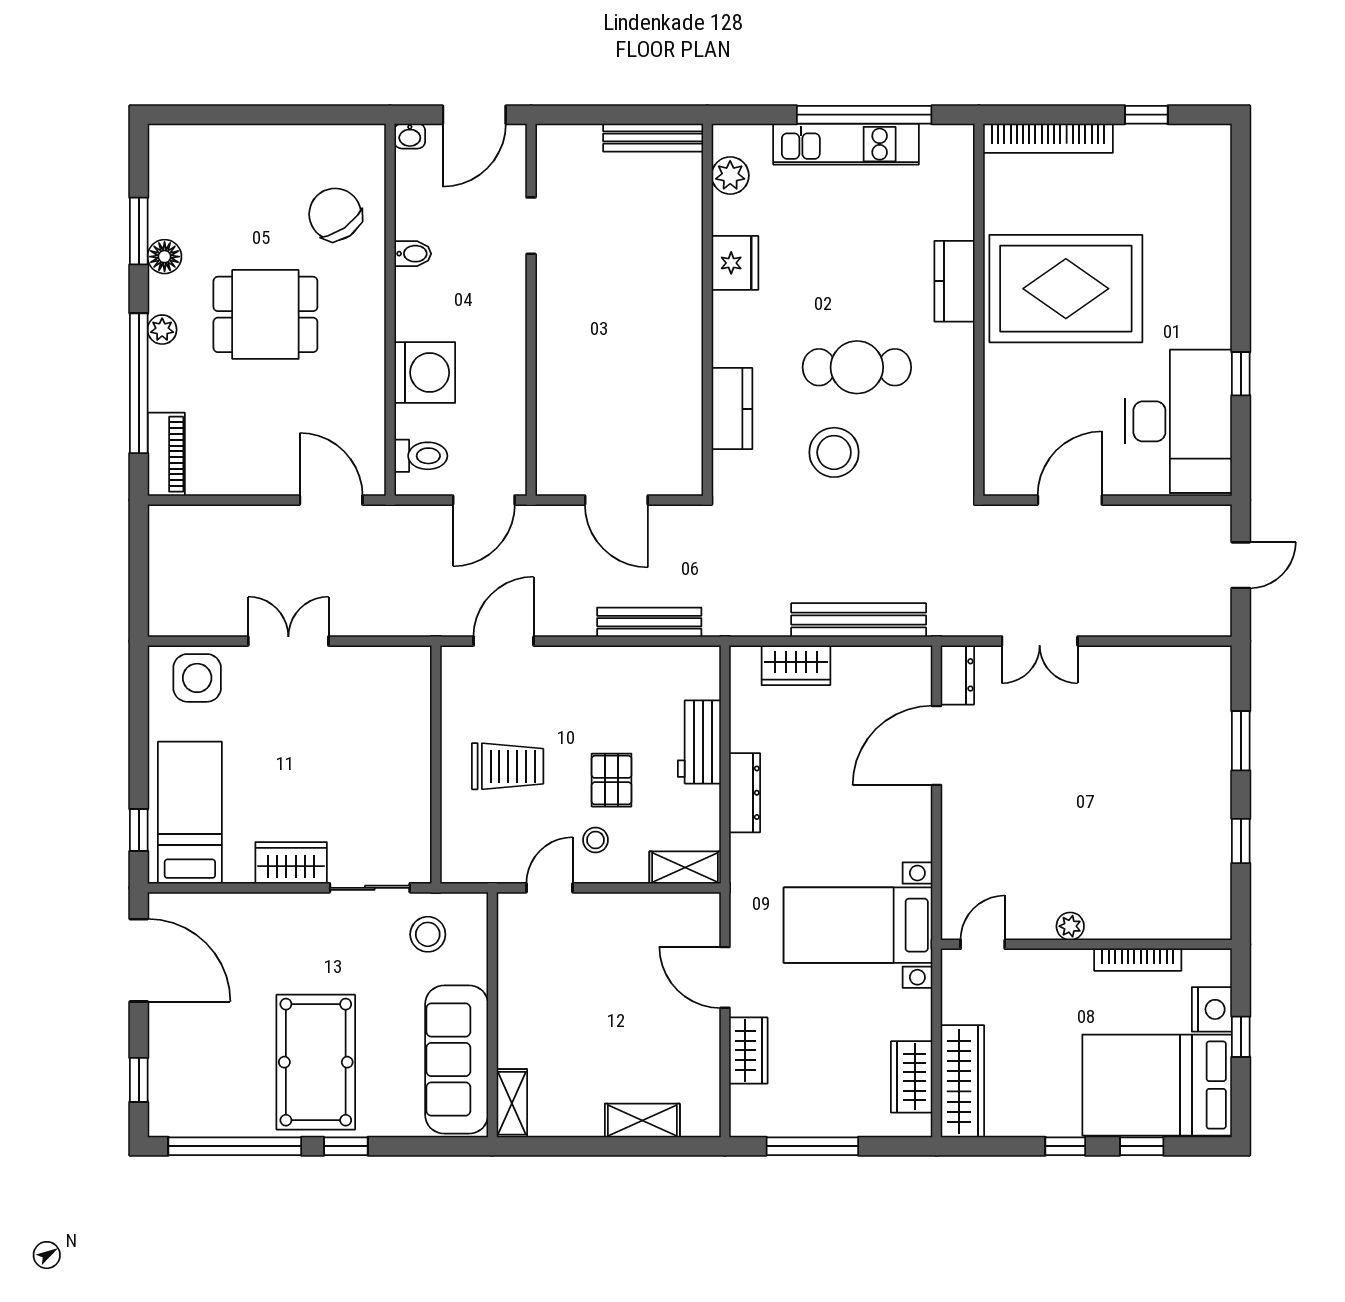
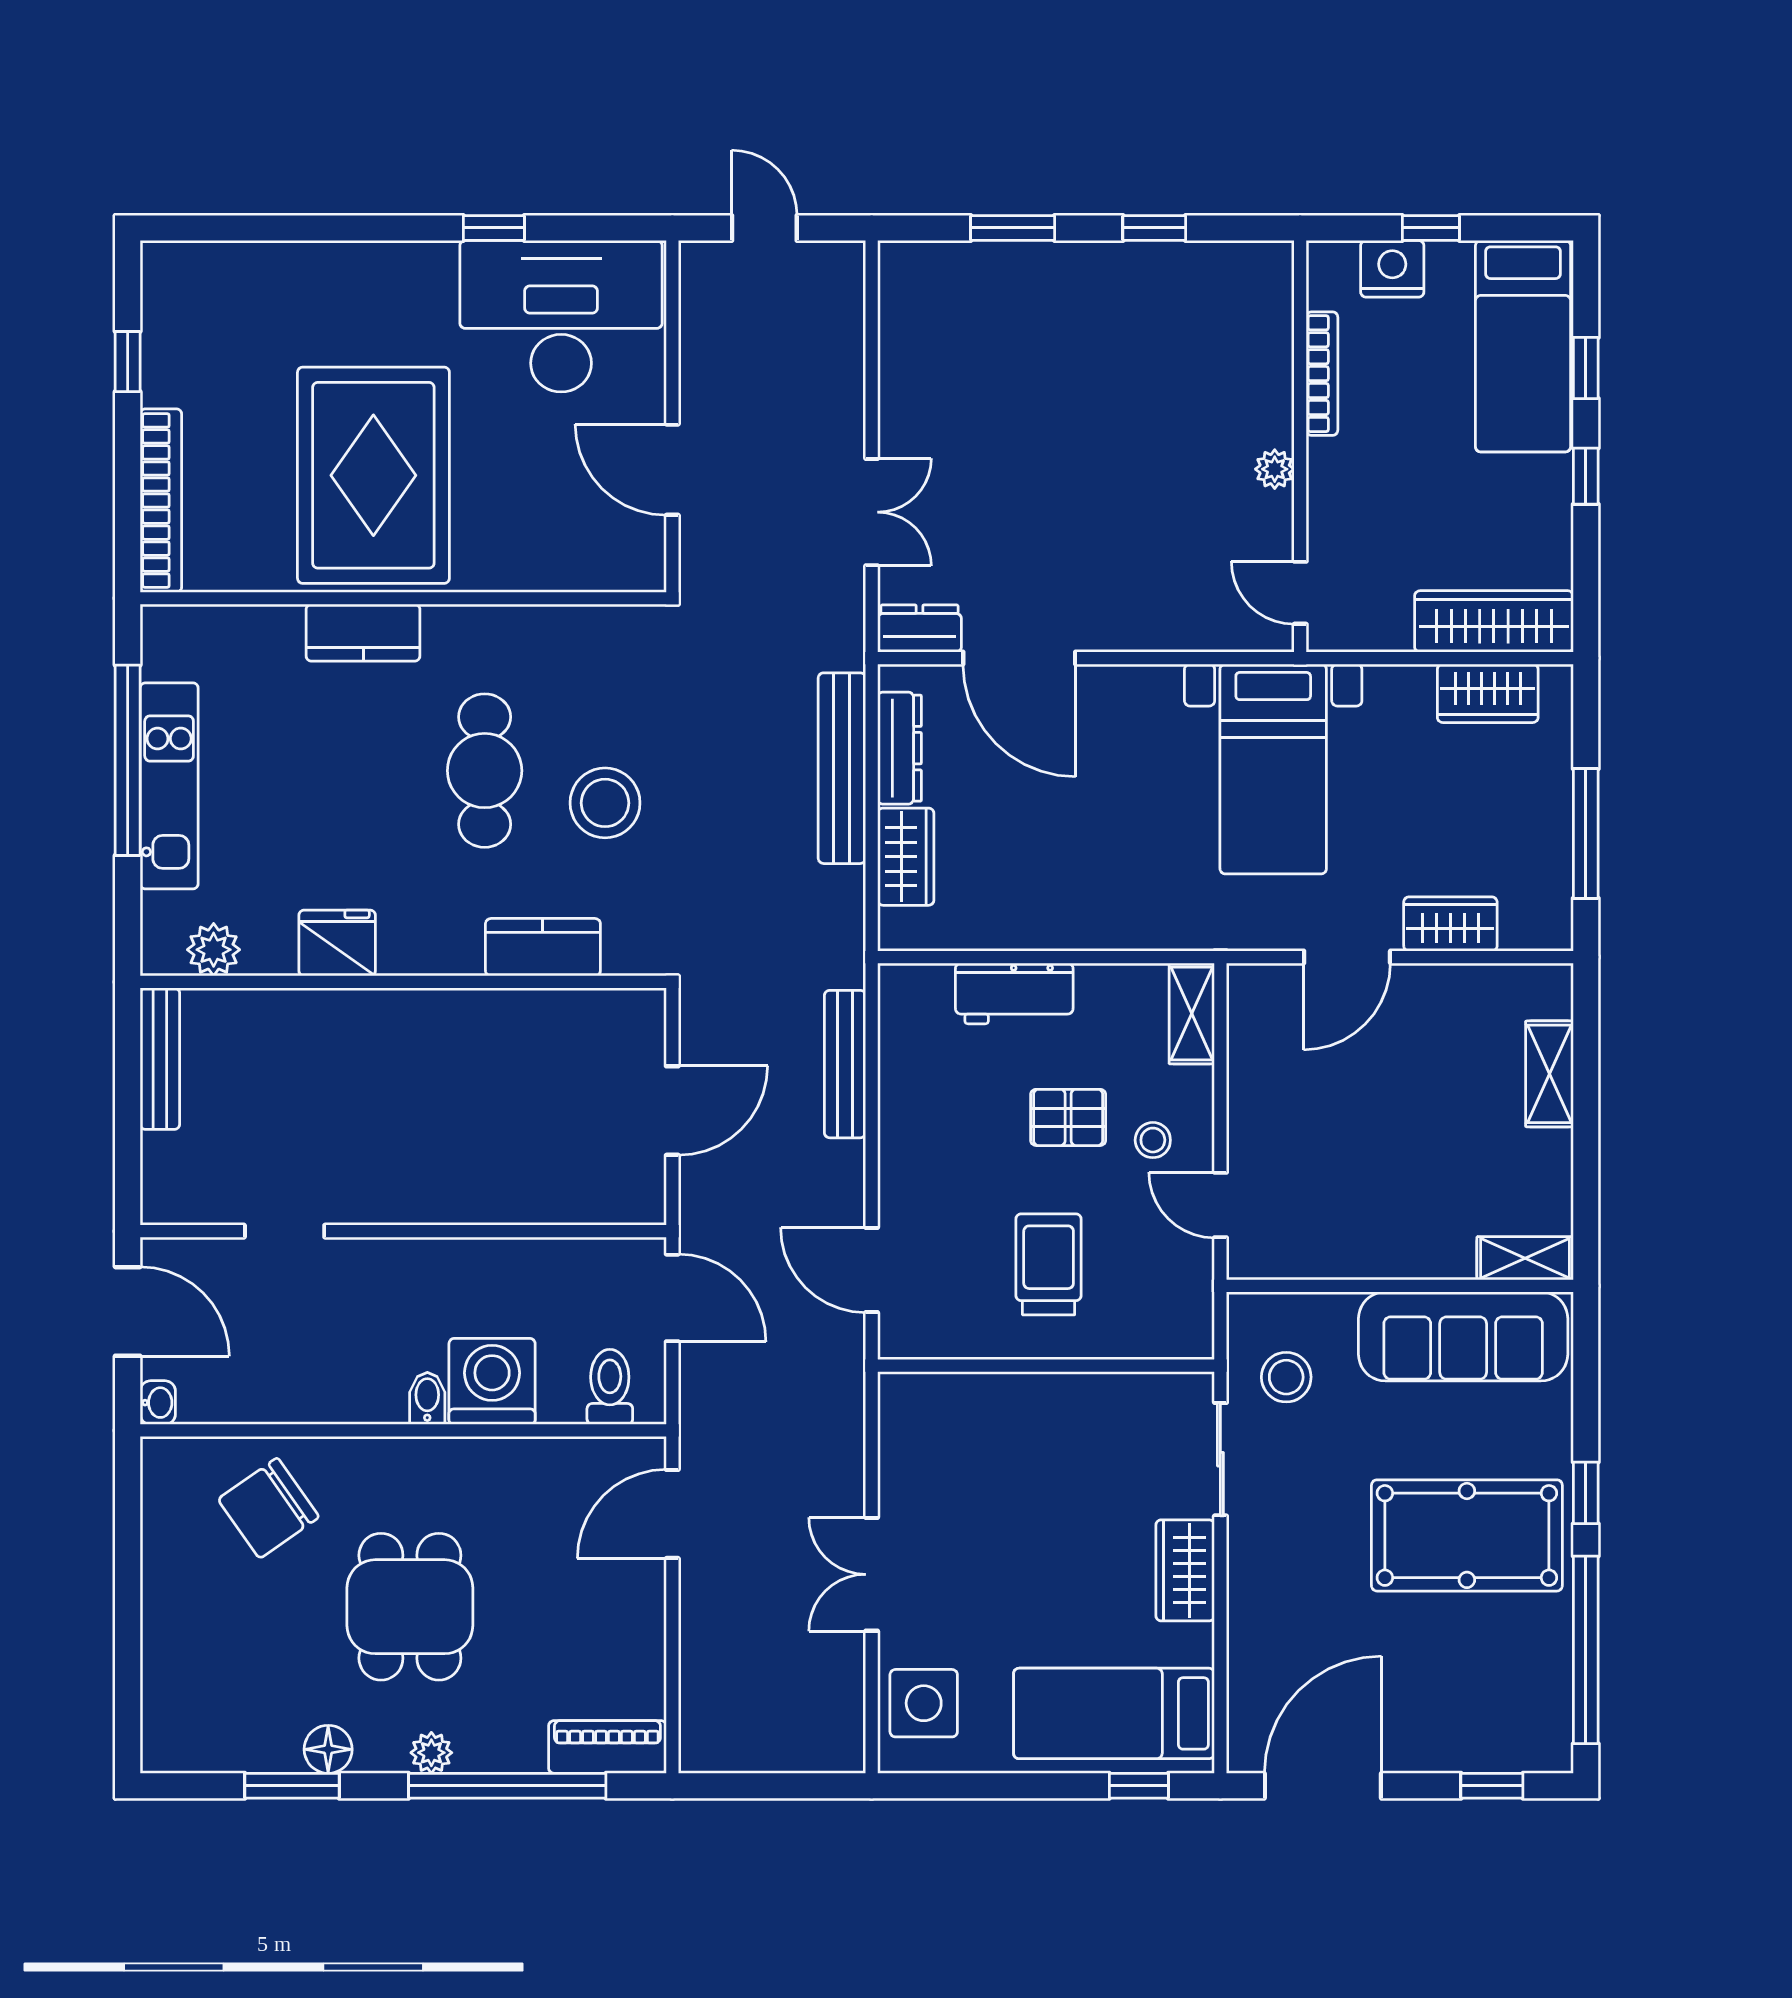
bidet: (413, 254) -> (427, 1398), moved
dresser: (745, 793) -> (900, 748), moved, turned 90
bed: (1157, 1085) -> (1523, 346), width x0.67

